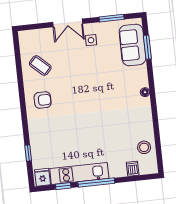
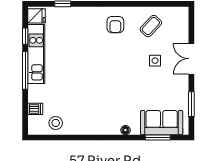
side table: (91, 40) -> (155, 61), moved
floor lamp: (145, 92) -> (125, 130), moved

